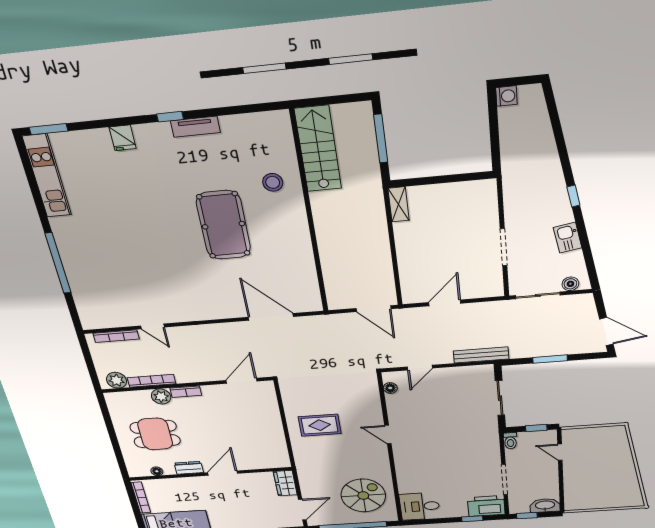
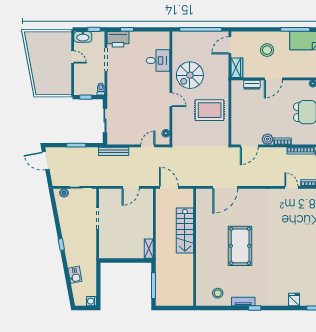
fridge: (123, 138) -> (294, 300), moved
stairs: (318, 149) -> (185, 231), moved
stool: (273, 182) -> (218, 293), moved
kitchen sink: (568, 238) -> (75, 275), moved
door: (271, 317) -> (225, 187), hinge flipped
plant: (161, 396) -> (268, 139), moved
rug: (320, 425) -> (210, 110), width x1.36, depth x1.43
door: (560, 452) -> (73, 57), moved
dresser: (189, 468) -> (252, 85), moved
spiral stairs: (363, 495) -> (190, 75), moved
desk: (420, 506) -> (158, 61), moved
stool: (241, 508) -> (267, 50), added

